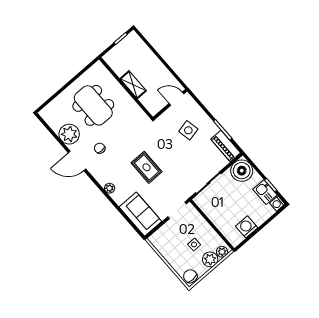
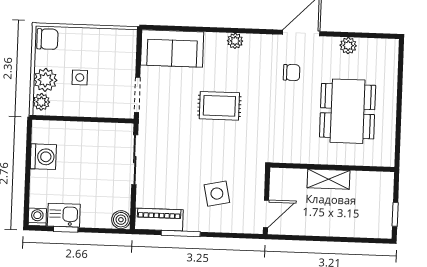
dining table: (93, 105) -> (348, 111), turned 90
plant: (69, 134) -> (348, 46), width x0.53, depth x0.53
boiler: (242, 171) -> (121, 220), width x0.54, depth x0.54

